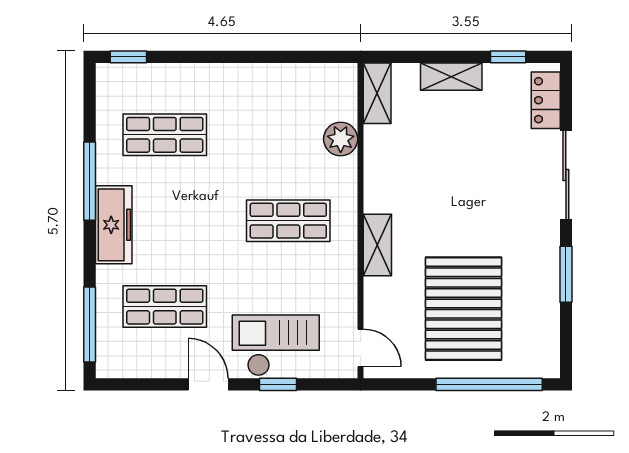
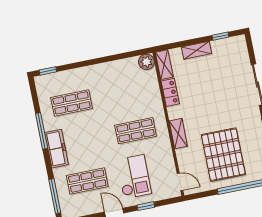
locker: (546, 100) -> (170, 92), moved, turned 180
plant: (341, 139) -> (146, 62), moved
checkout: (276, 345) -> (134, 177), moved, turned 90

